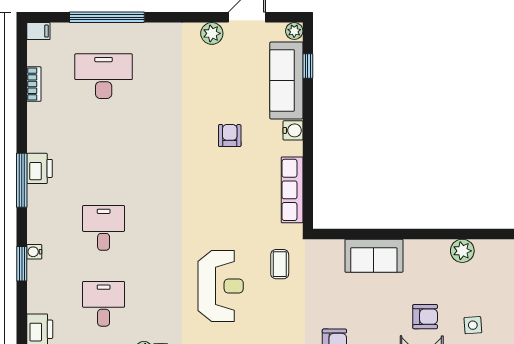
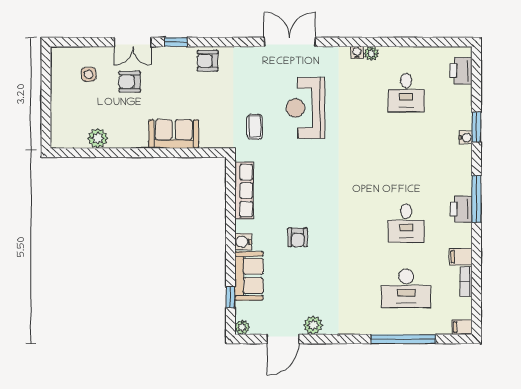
sofa: (286, 80) -> (249, 276), width x0.73
filing cabinet: (40, 113) -> (461, 257), added
desk: (104, 228) -> (406, 223), moved

